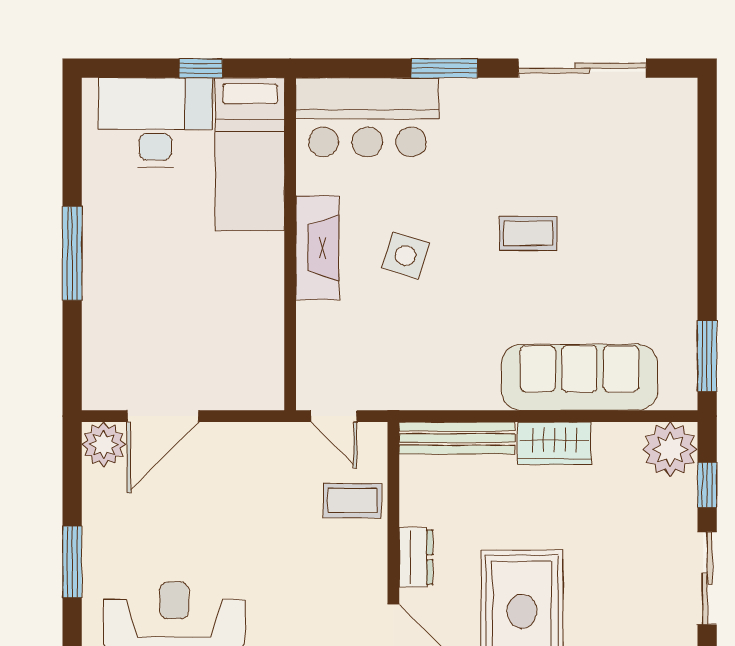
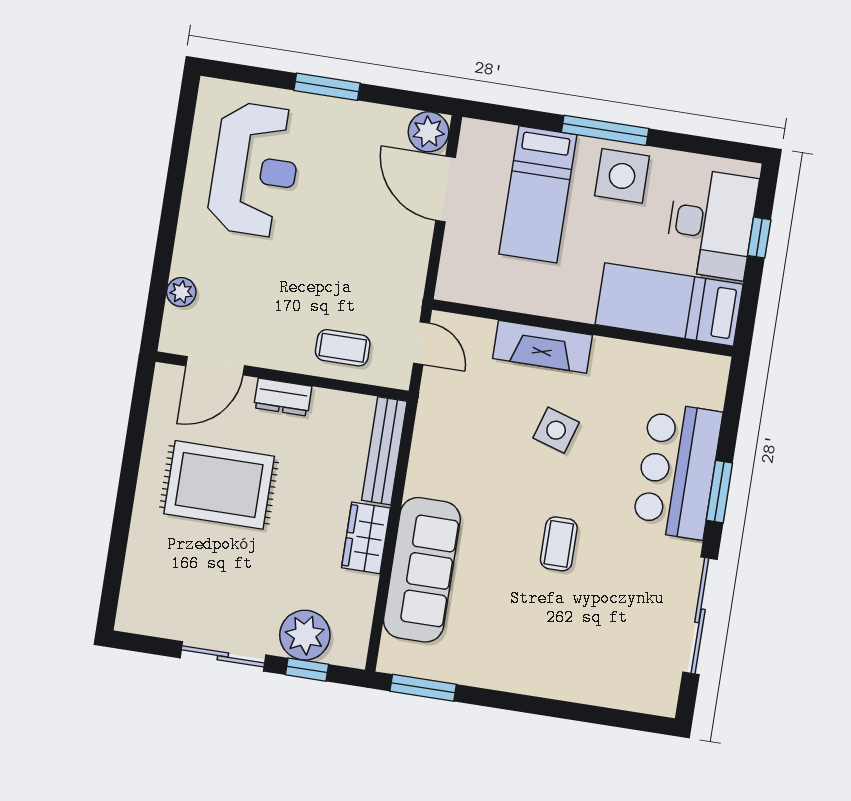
window: (201, 68) -> (759, 238), moved
bar counter: (367, 117) -> (677, 471), moved
side table: (119, 227) -> (622, 176), added
fireplace: (317, 248) -> (542, 347), moved
bed: (153, 315) -> (538, 194), added
door: (334, 416) -> (421, 343), swing flipped
plant: (670, 449) -> (305, 635), moved
coffee table: (352, 501) -> (343, 348), turned 90

